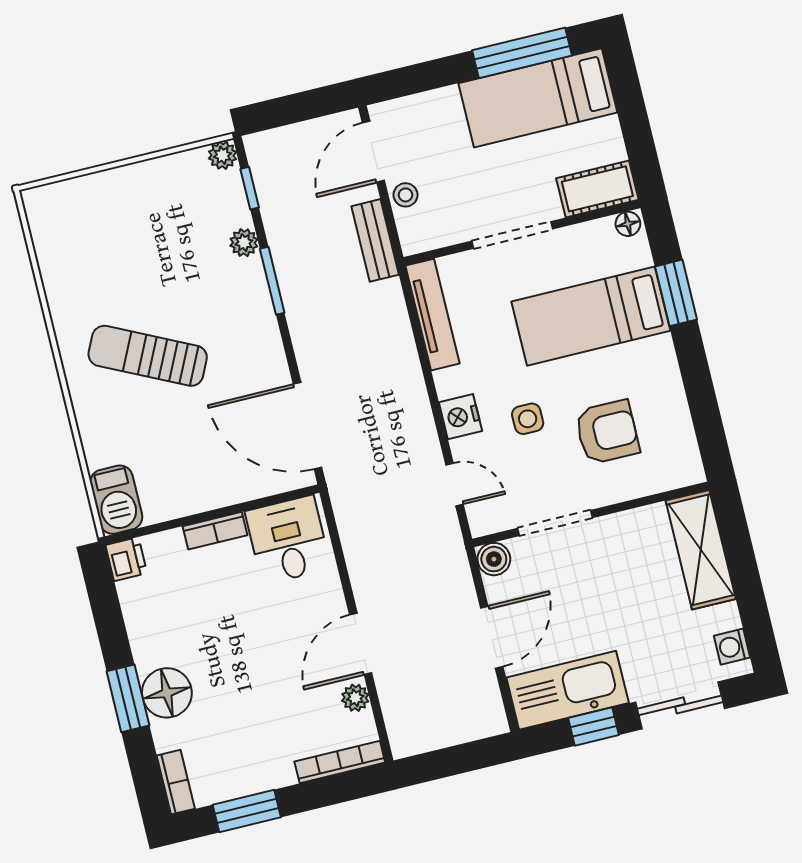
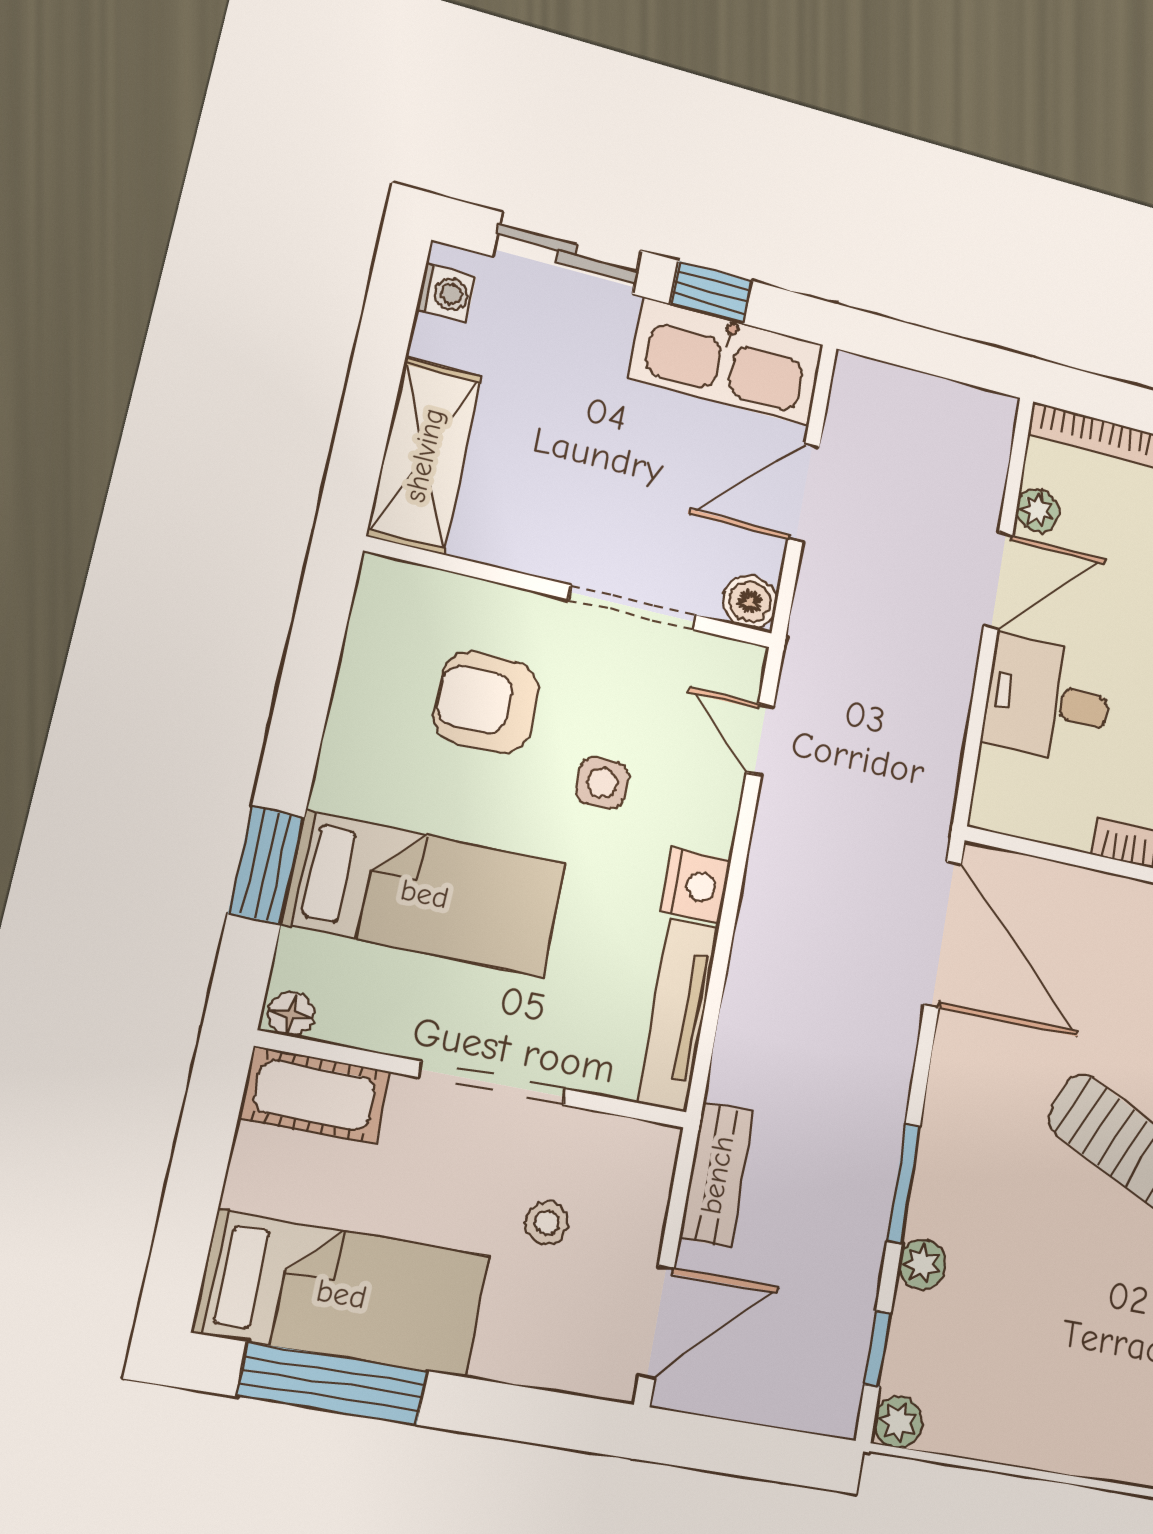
stool: (406, 195) -> (547, 1223), moved
nightstand: (460, 417) -> (696, 886), moved
desk: (288, 540) -> (1048, 700), moved, turned 90

